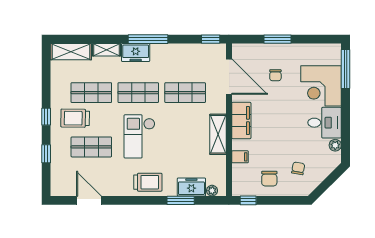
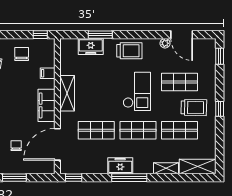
freezer: (136, 53) -> (120, 166), moved
door: (229, 77) -> (57, 144), hinge flipped
window: (46, 154) -> (220, 56), moved
trolley: (148, 182) -> (129, 51), turned 180
plant: (212, 191) -> (165, 43), moved

